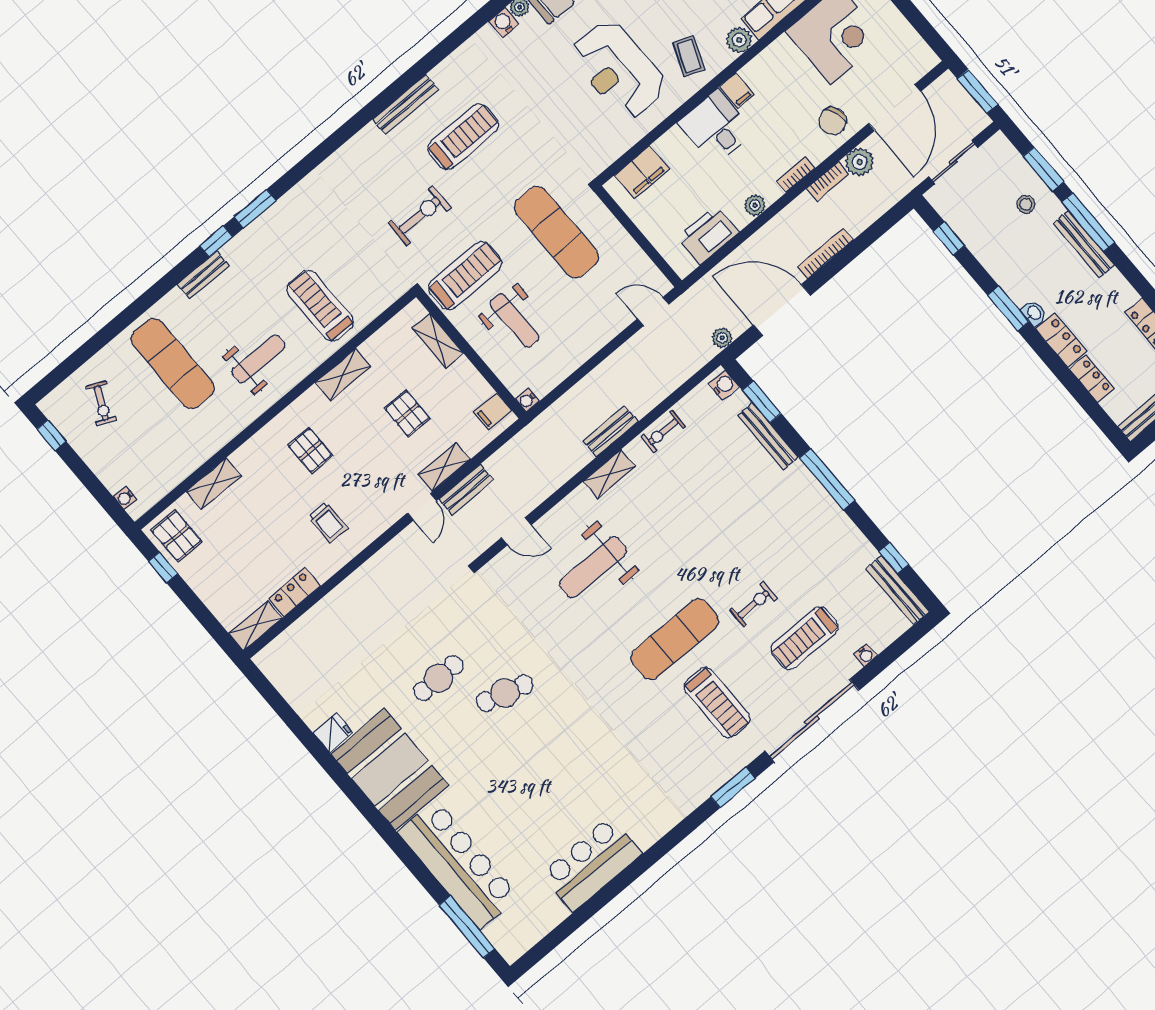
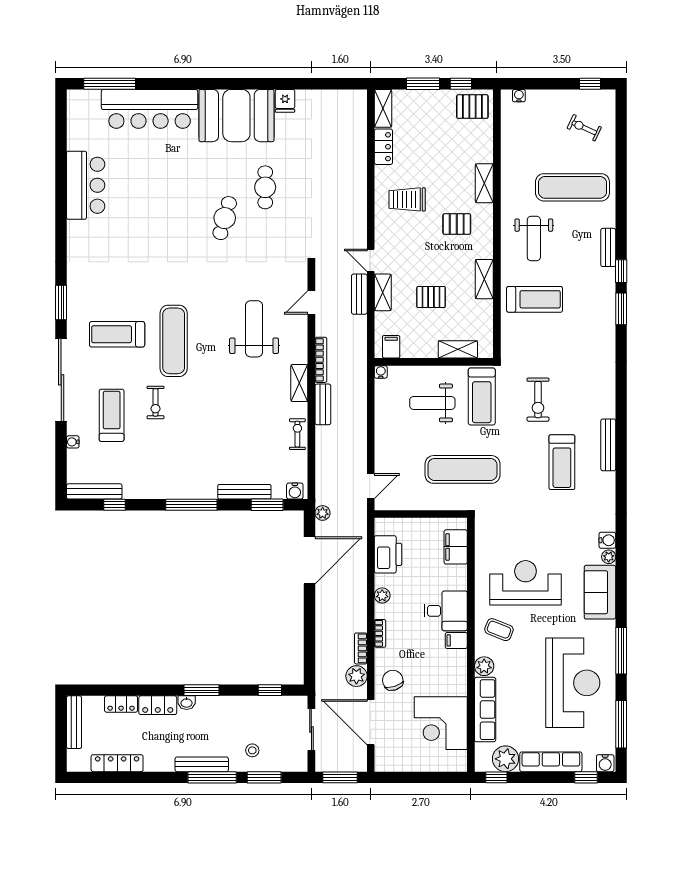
bookcase: (825, 253) -> (321, 360), moved
shelving: (214, 484) -> (484, 183), moved
trolley: (328, 522) -> (407, 199), width x1.36, depth x1.39
window: (196, 606) -> (423, 84), added

